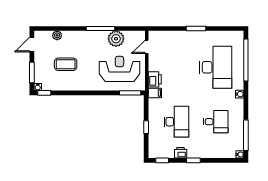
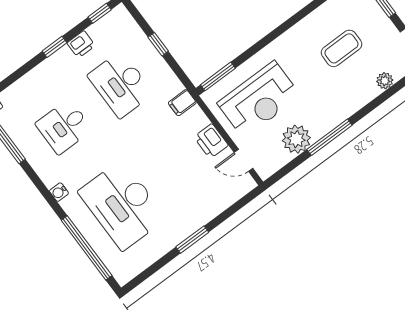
door: (147, 47) -> (244, 160), swing flipped
printer: (155, 79) -> (211, 141), moved

